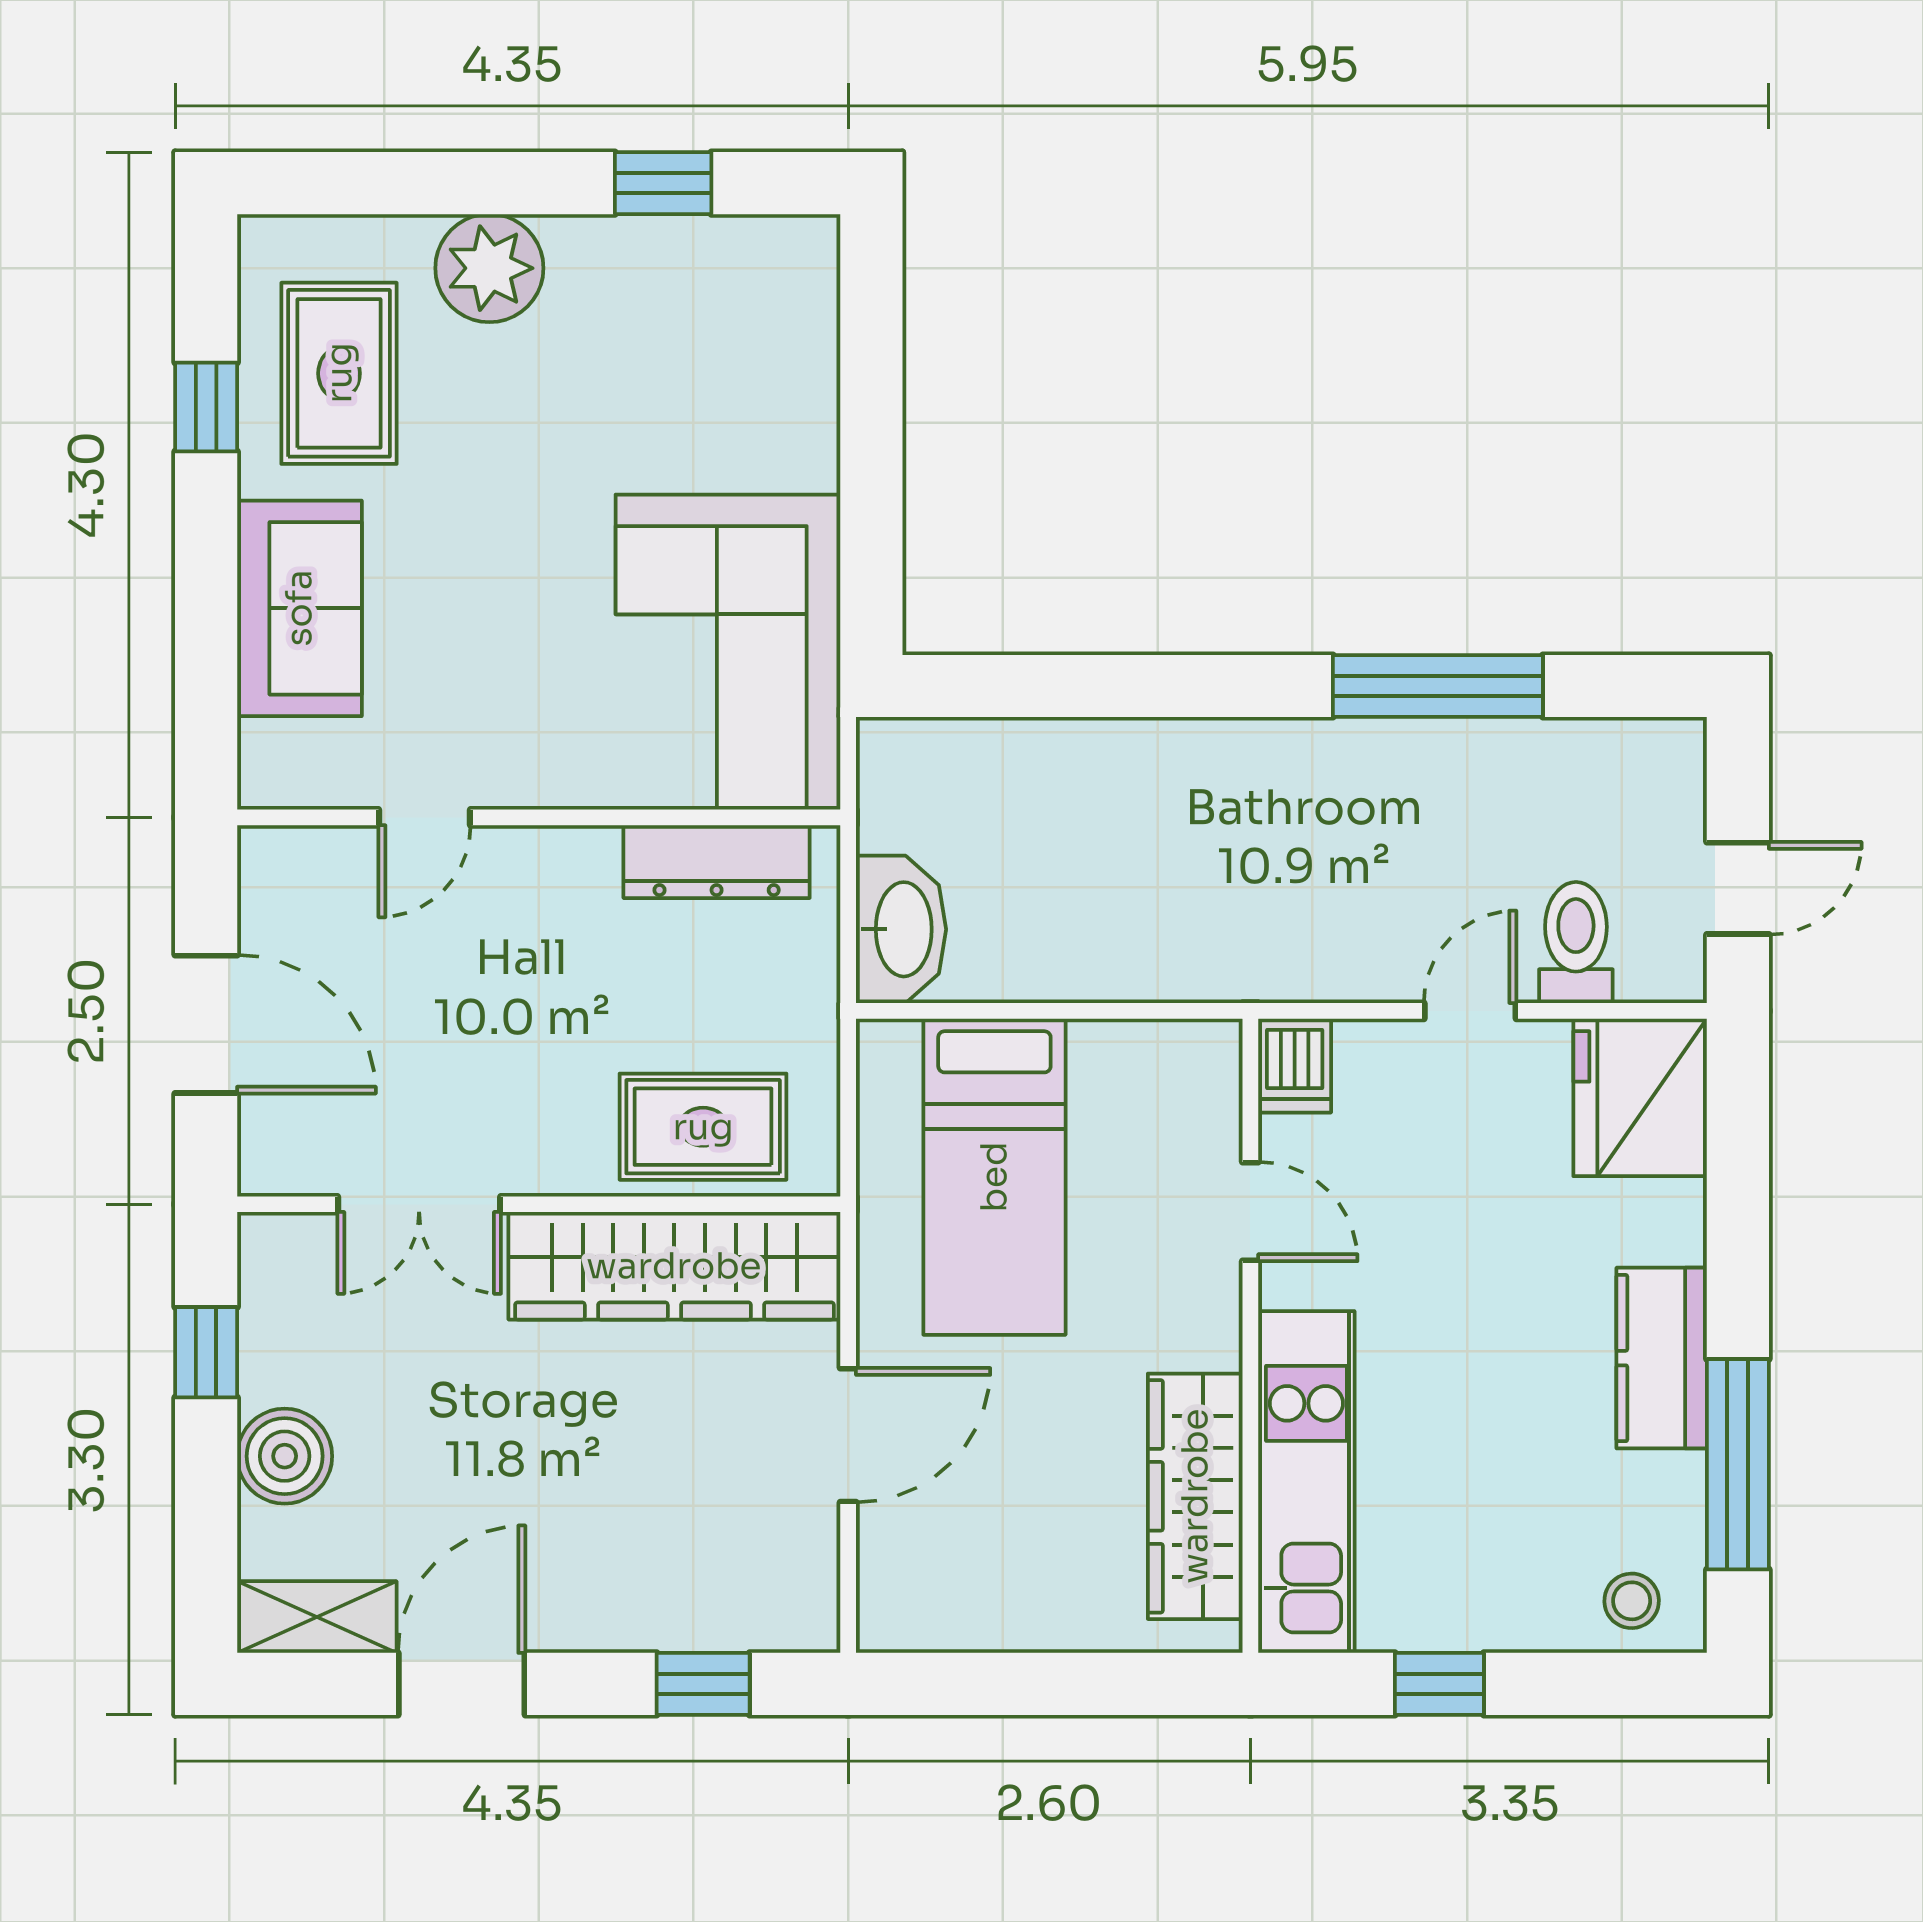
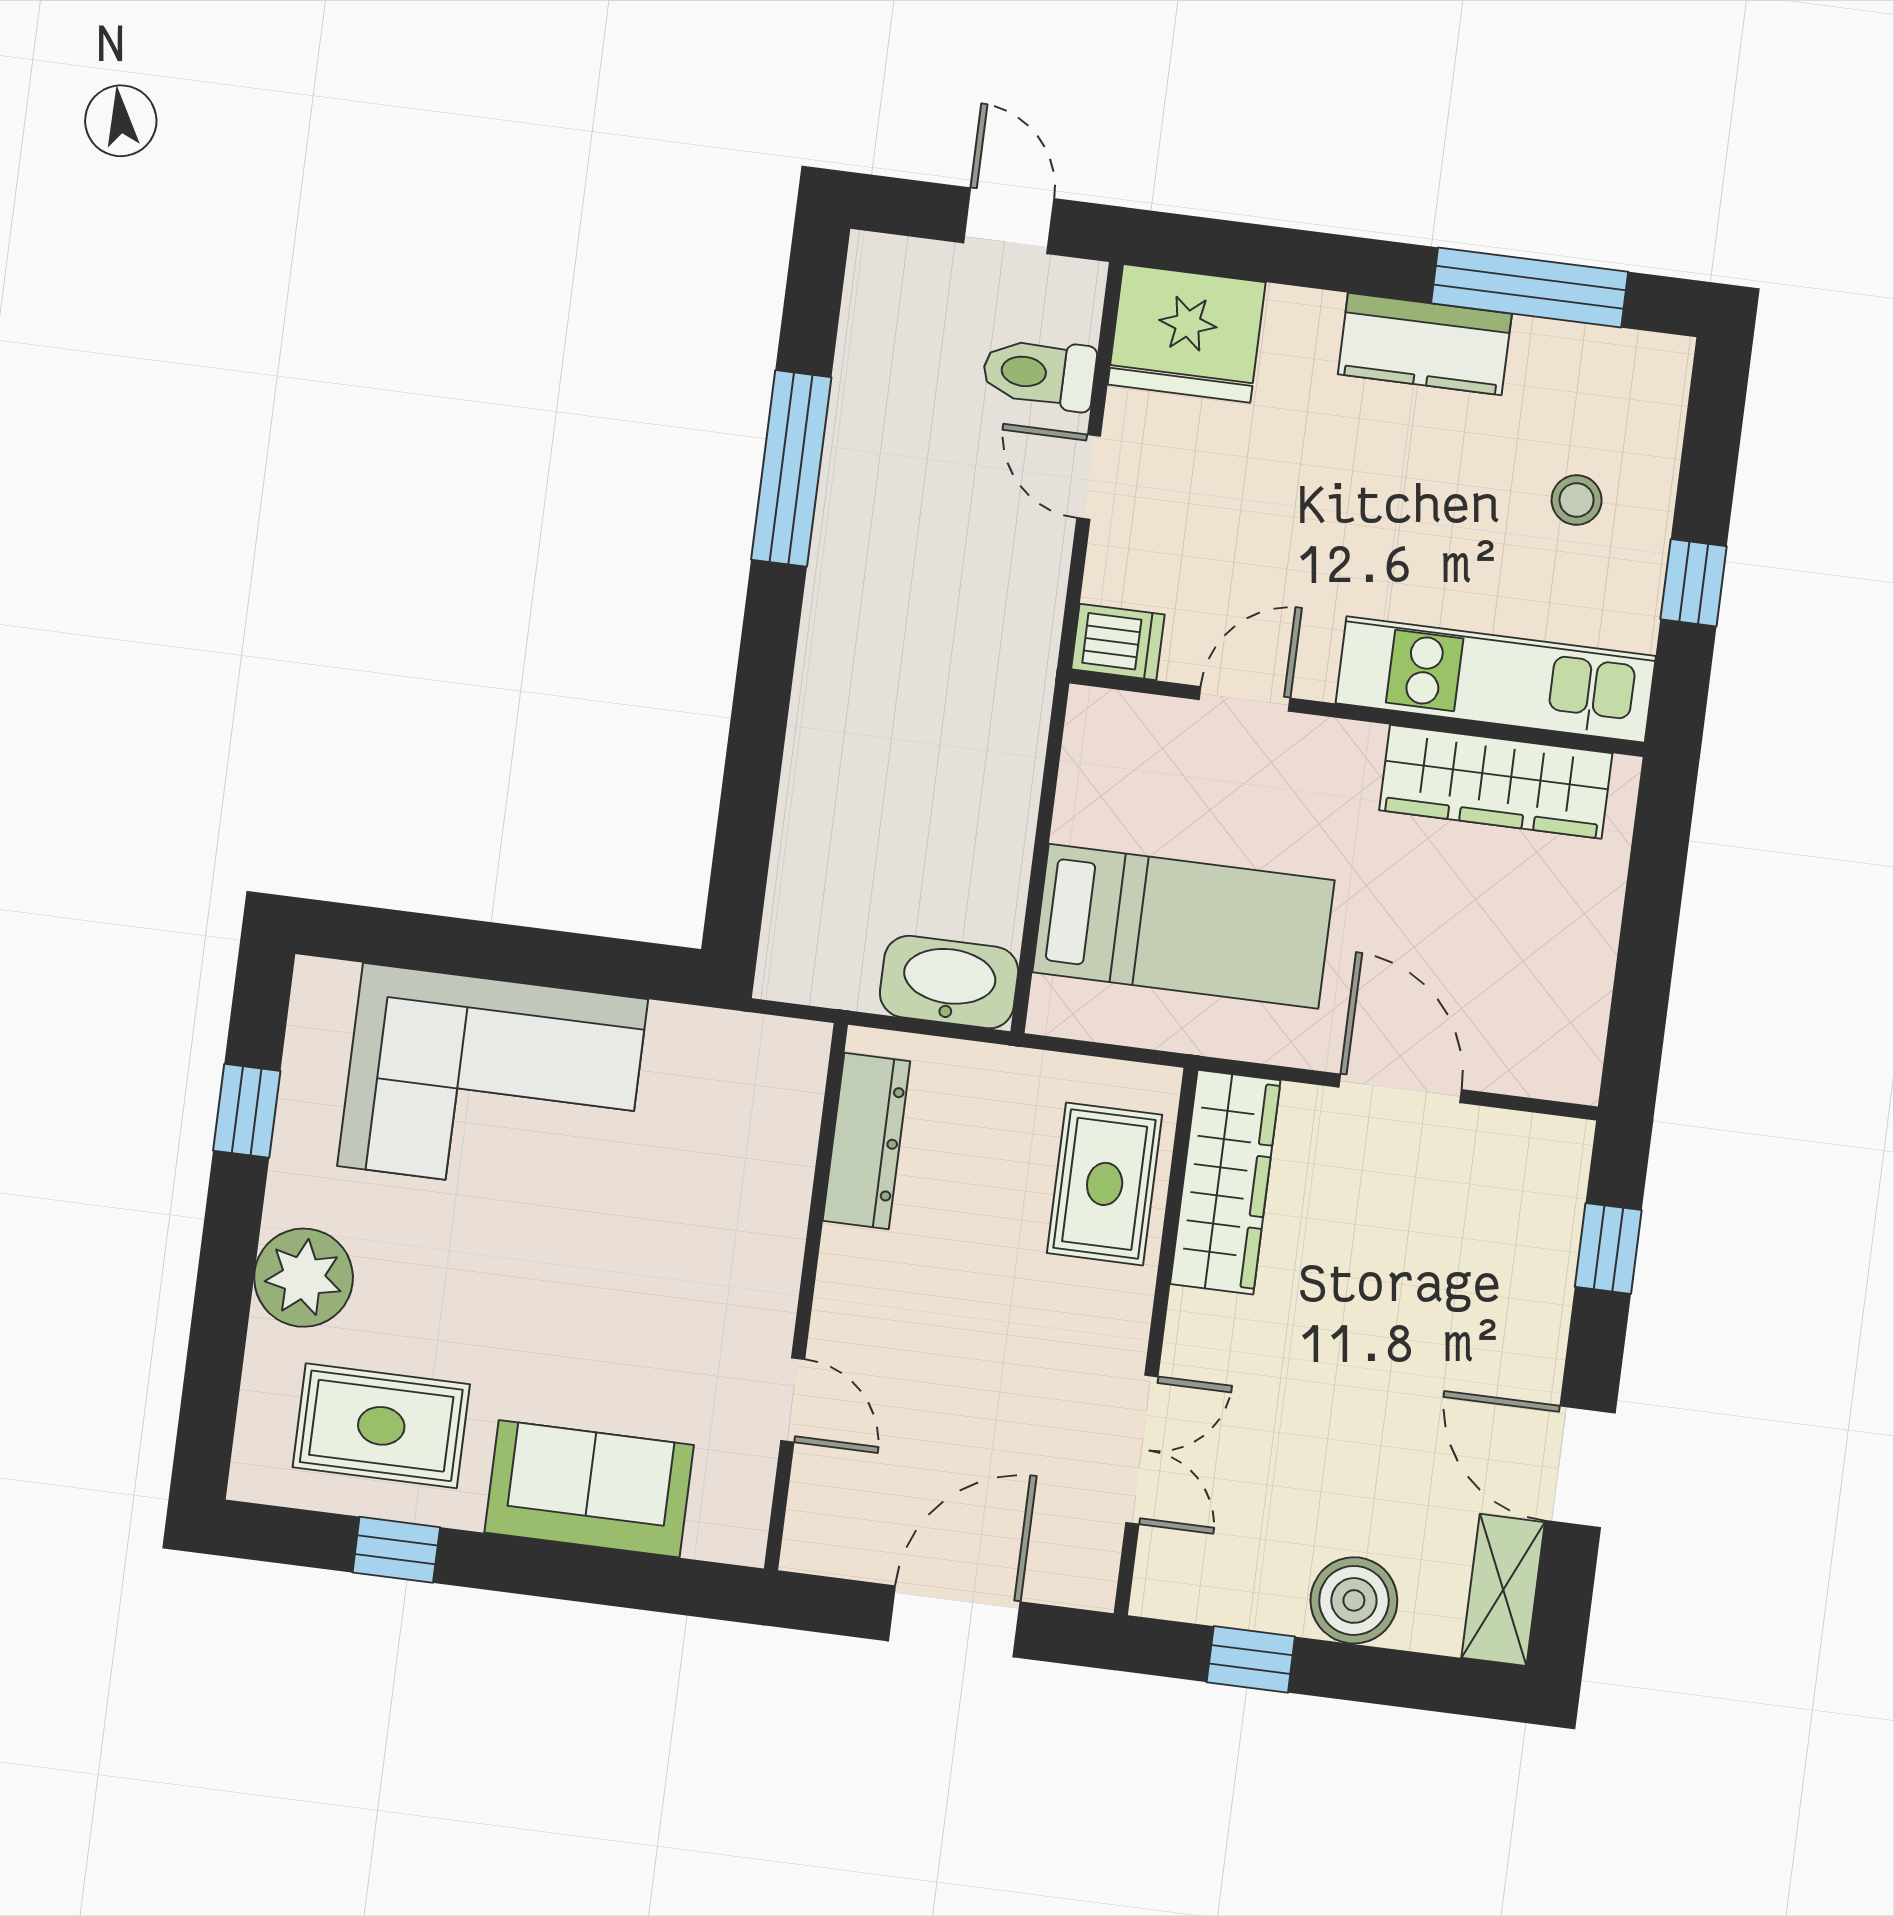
corner sofa: (728, 652) -> (493, 1083), moved
wardrobe: (674, 1266) -> (1225, 1182), width x0.71, depth x0.85
stool: (1632, 1601) -> (1577, 500), moved

